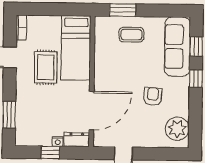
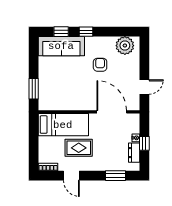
coffee table: (131, 35) -> (53, 82), removed
armchair: (153, 96) -> (100, 65), turned 85
dresser: (77, 140) -> (134, 153), moved

